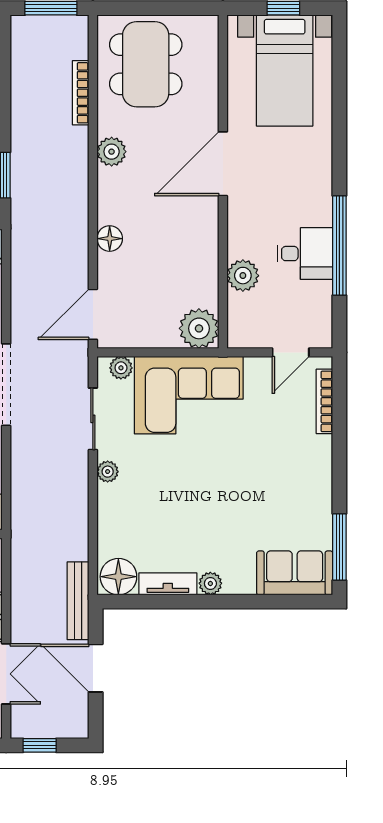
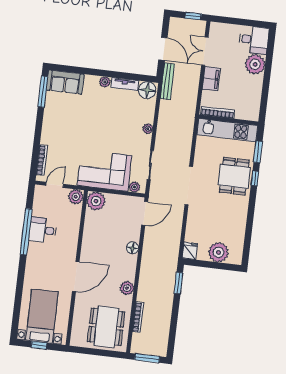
plant: (243, 276) -> (76, 197), moved
plant: (108, 472) -> (148, 129), moved

